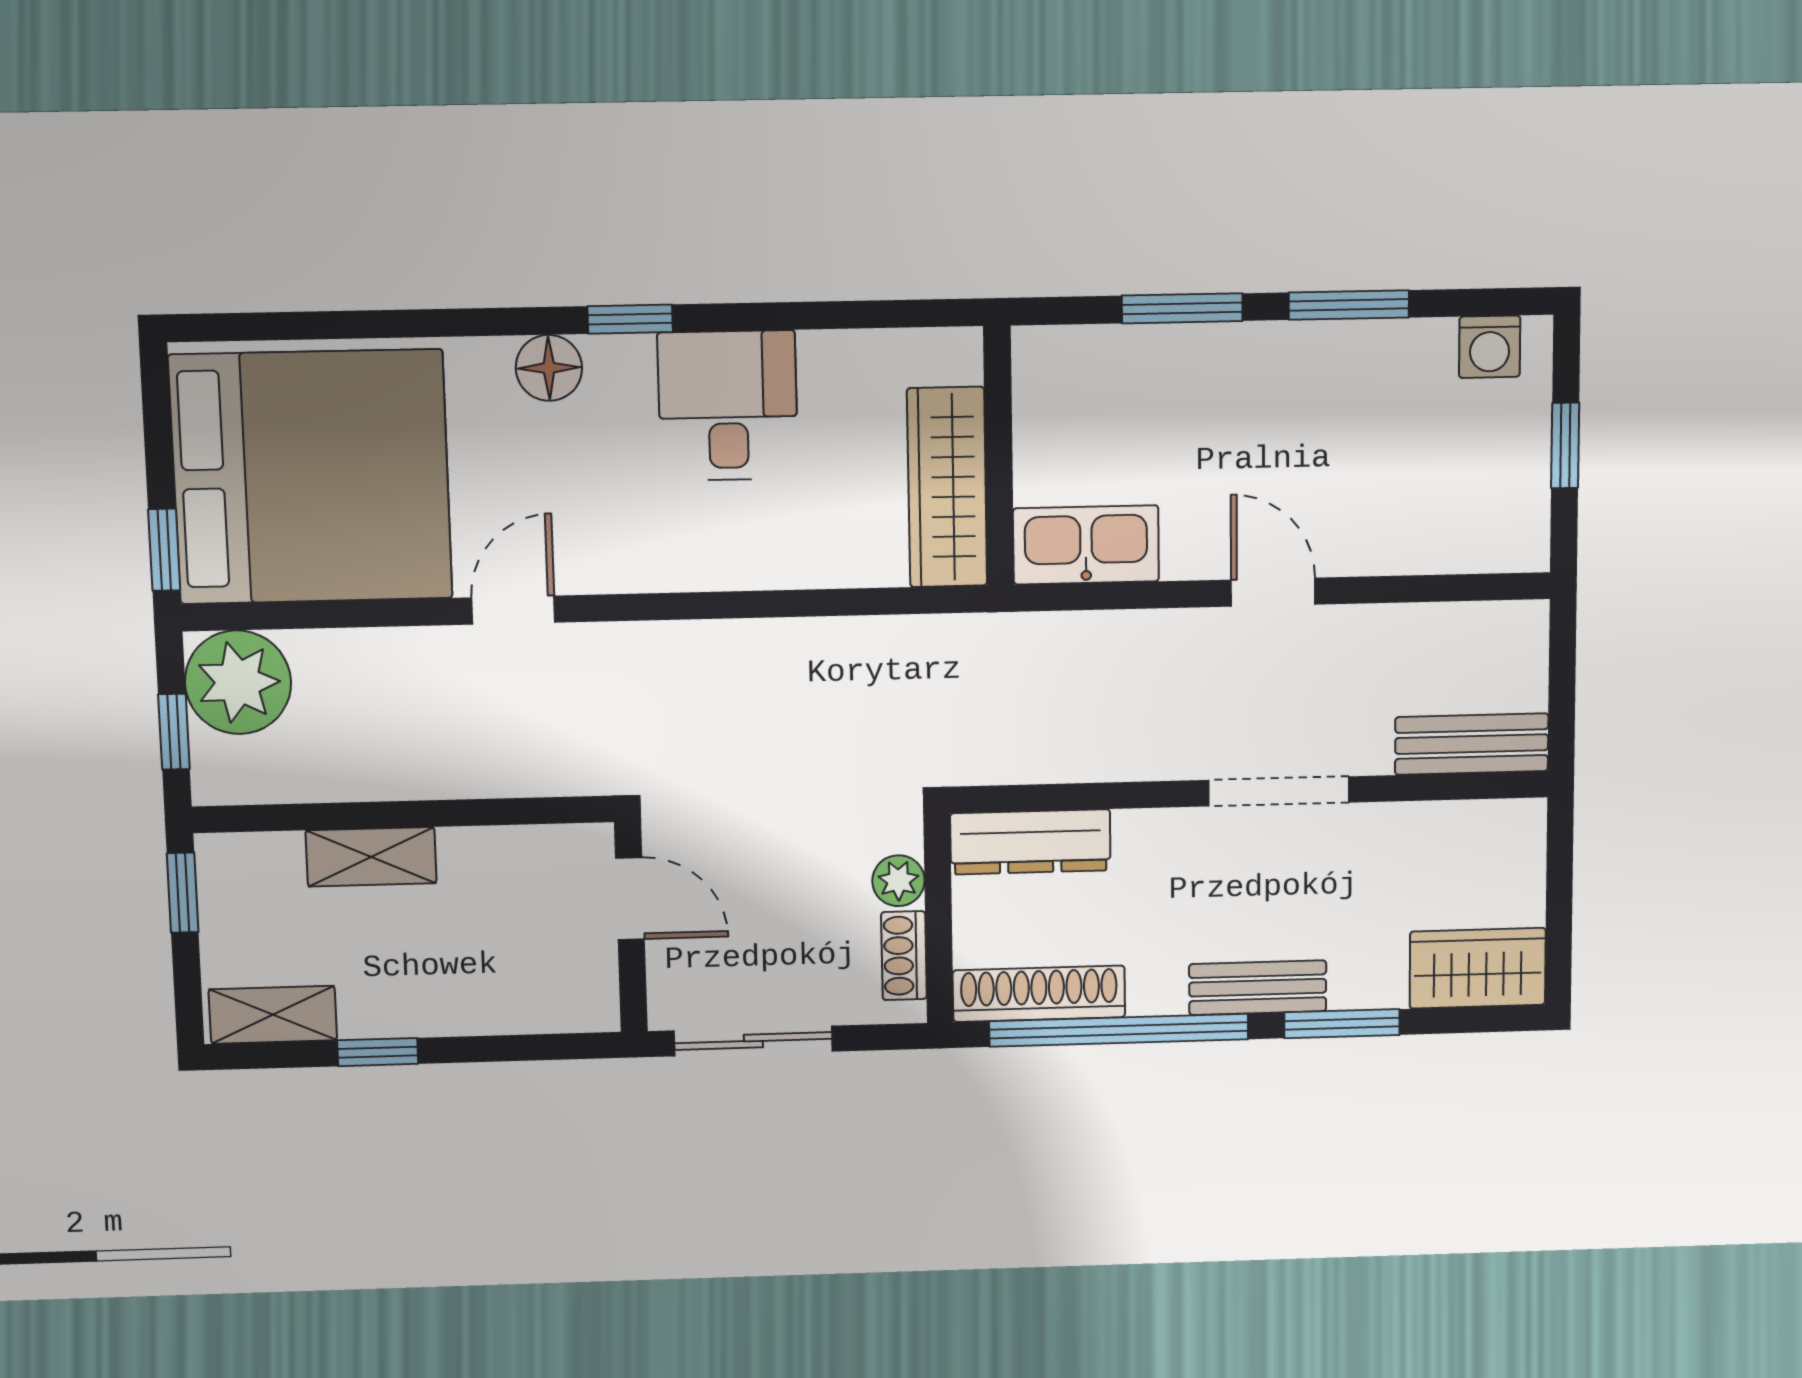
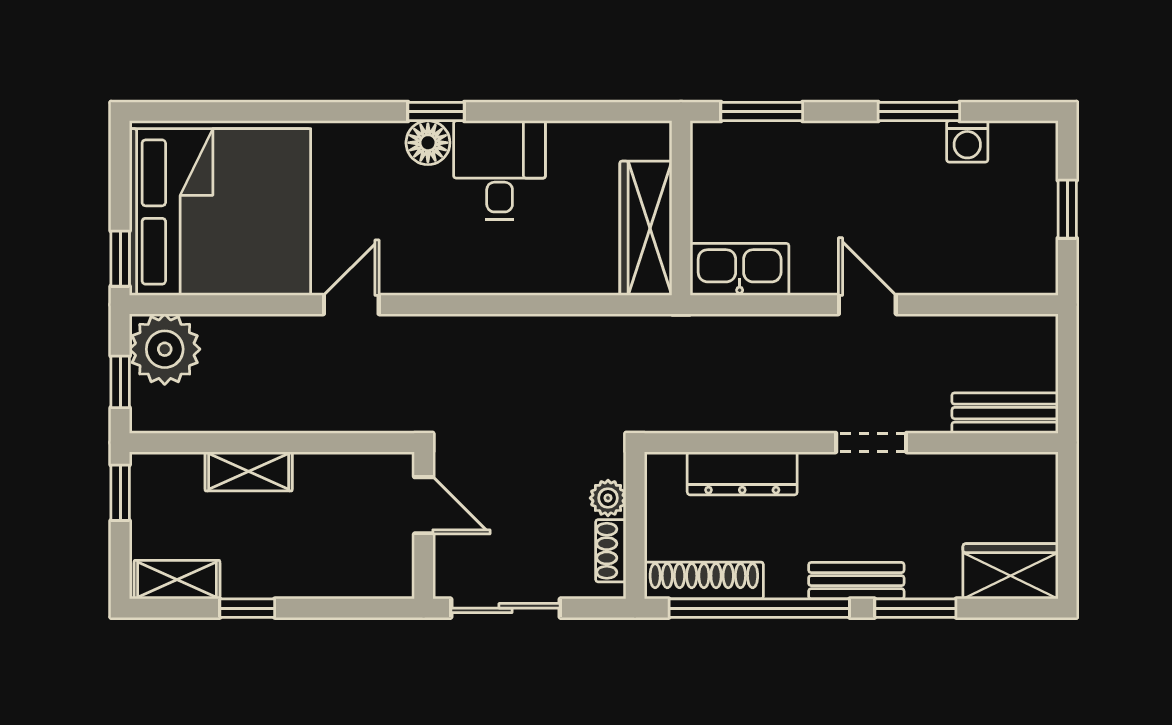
window: (1182, 308) -> (762, 112), moved
washing machine: (1490, 347) -> (967, 141), moved
floor lamp: (549, 368) -> (428, 143), moved
doorway: (1279, 791) -> (871, 443), width x0.73
dresser: (1030, 842) -> (742, 473), moved

